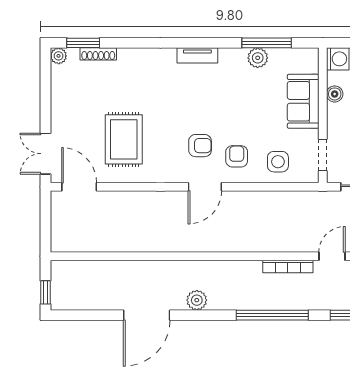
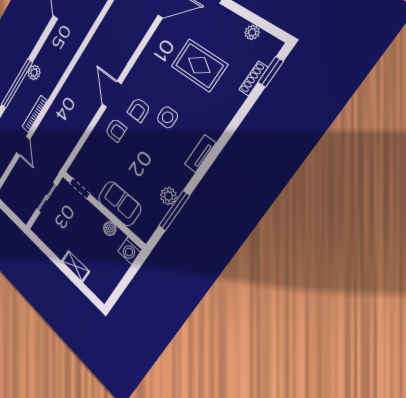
plant: (59, 56) -> (252, 32), moved
rug: (124, 139) -> (199, 65), moved
side table: (278, 162) -> (168, 117), moved
plant: (197, 300) -> (34, 72), moved

